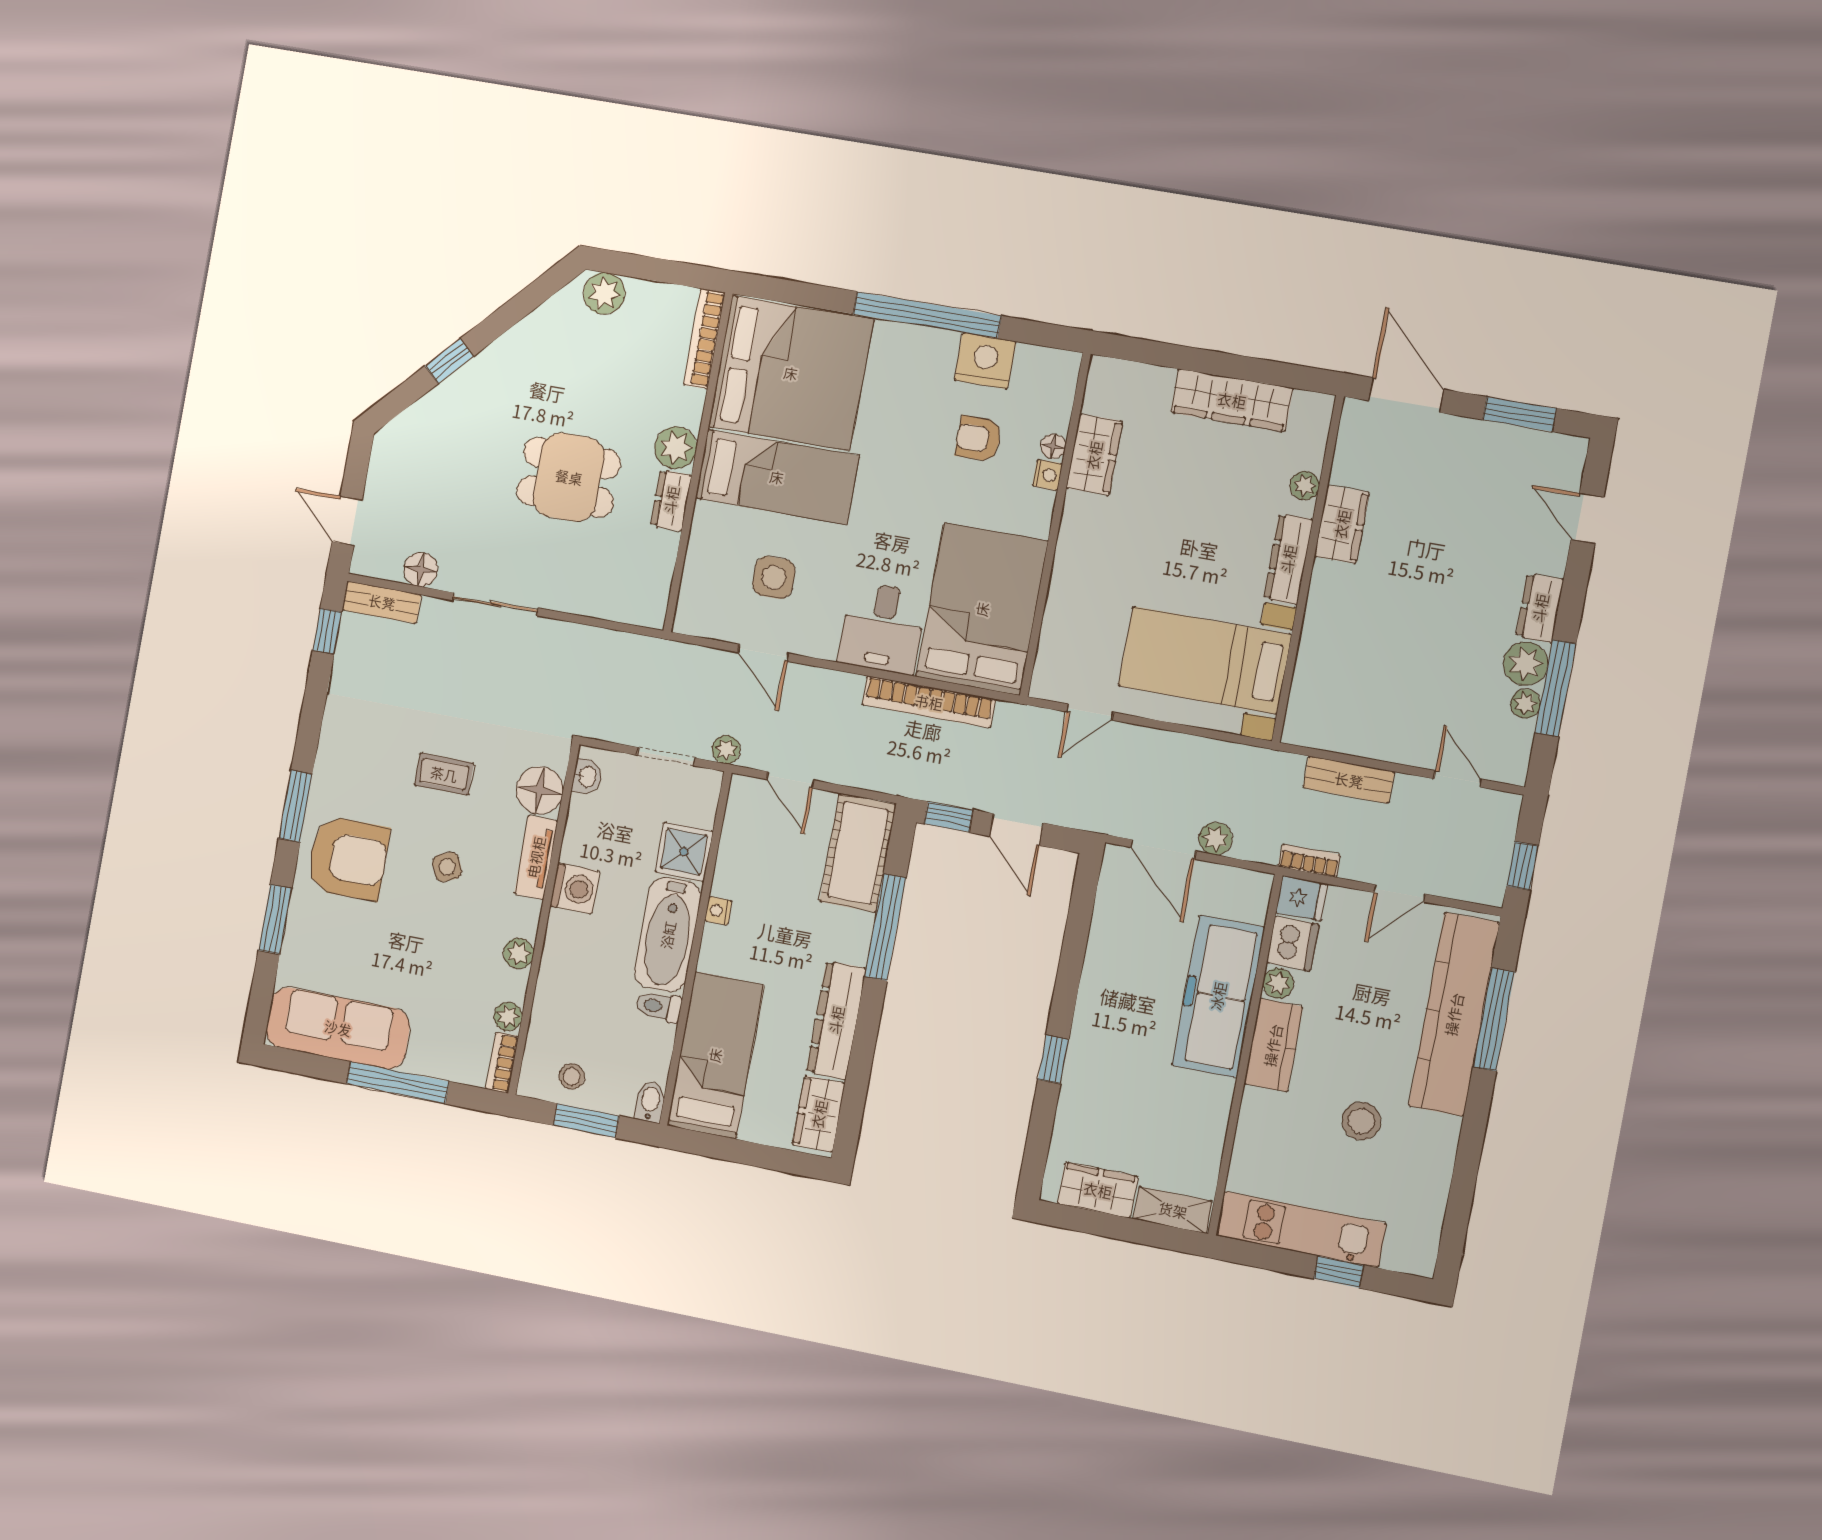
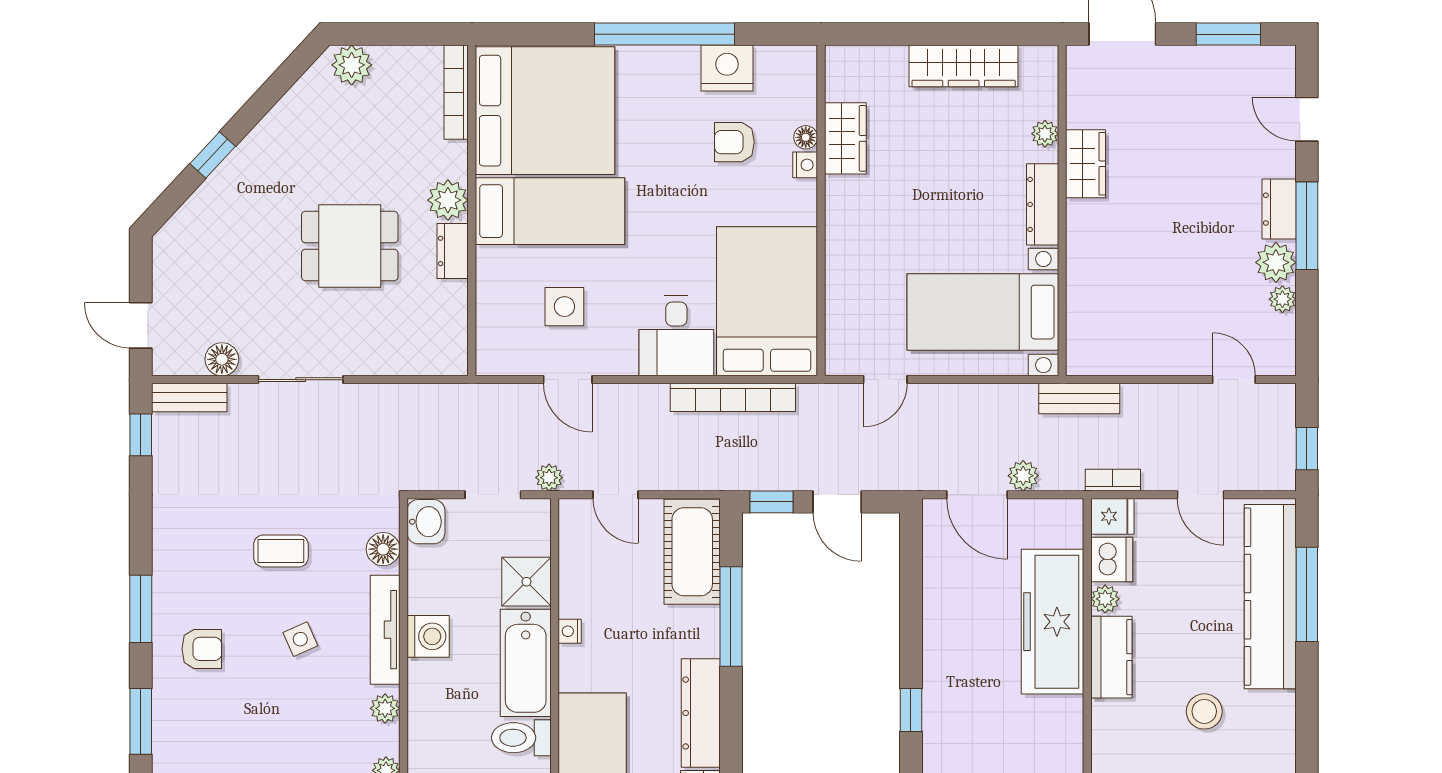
window: (1556, 688) -> (1307, 226), moved
washbasin: (587, 777) -> (426, 522), width x1.38, depth x1.45
bench: (1349, 780) -> (1079, 399), moved
floor lamp: (540, 790) -> (383, 549), width x0.73, depth x0.73
tv unit: (536, 857) -> (385, 630), width x1.41
armchair: (348, 858) -> (202, 649), width x0.53, depth x0.53
door: (1399, 893) -> (1200, 495), hinge flipped
toilet: (659, 1007) -> (521, 738), width x1.37, depth x1.39

